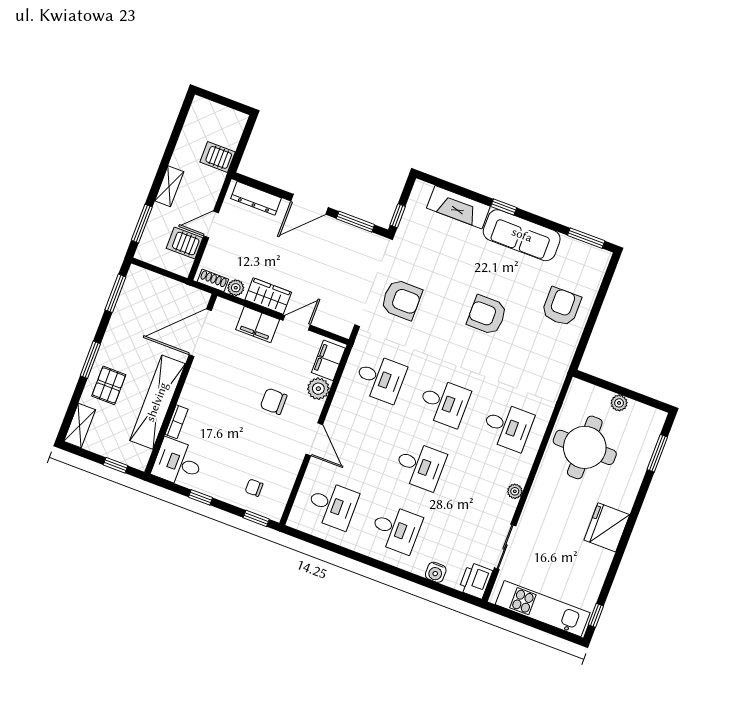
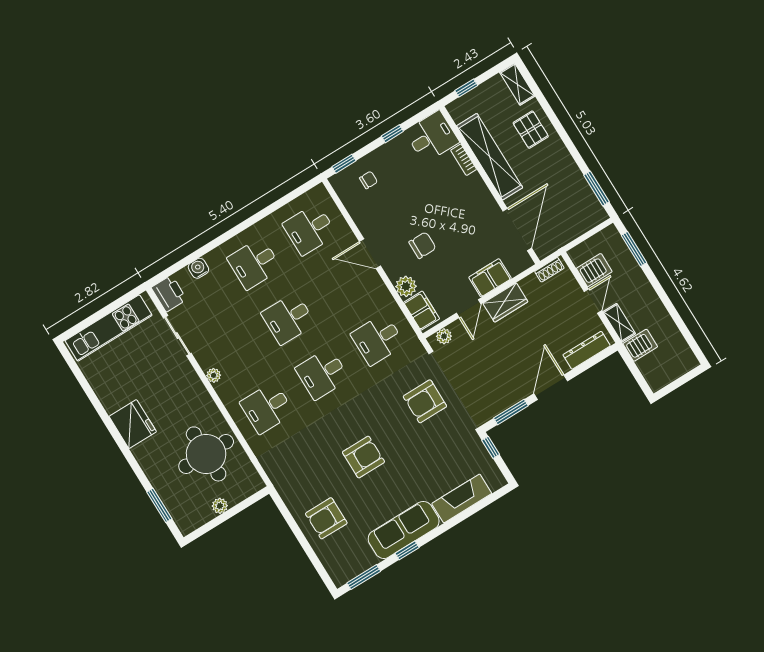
shelving: (169, 186) -> (619, 323), moved
window: (504, 207) -> (407, 550), moved
plant: (236, 288) -> (444, 336), moved
armchair: (561, 307) -> (326, 518), turned 90
window: (90, 360) -> (561, 131), removed
window: (596, 615) -> (72, 364), removed

